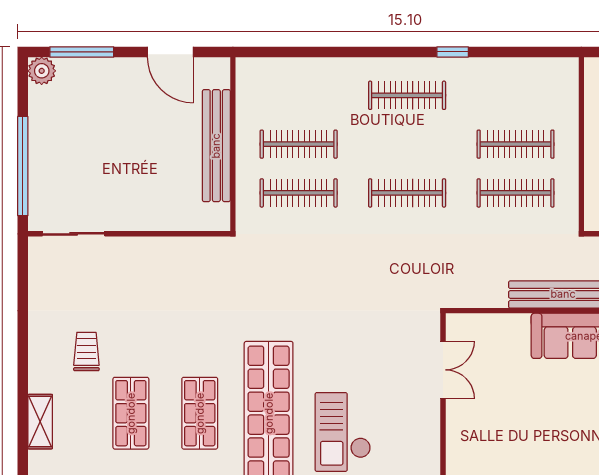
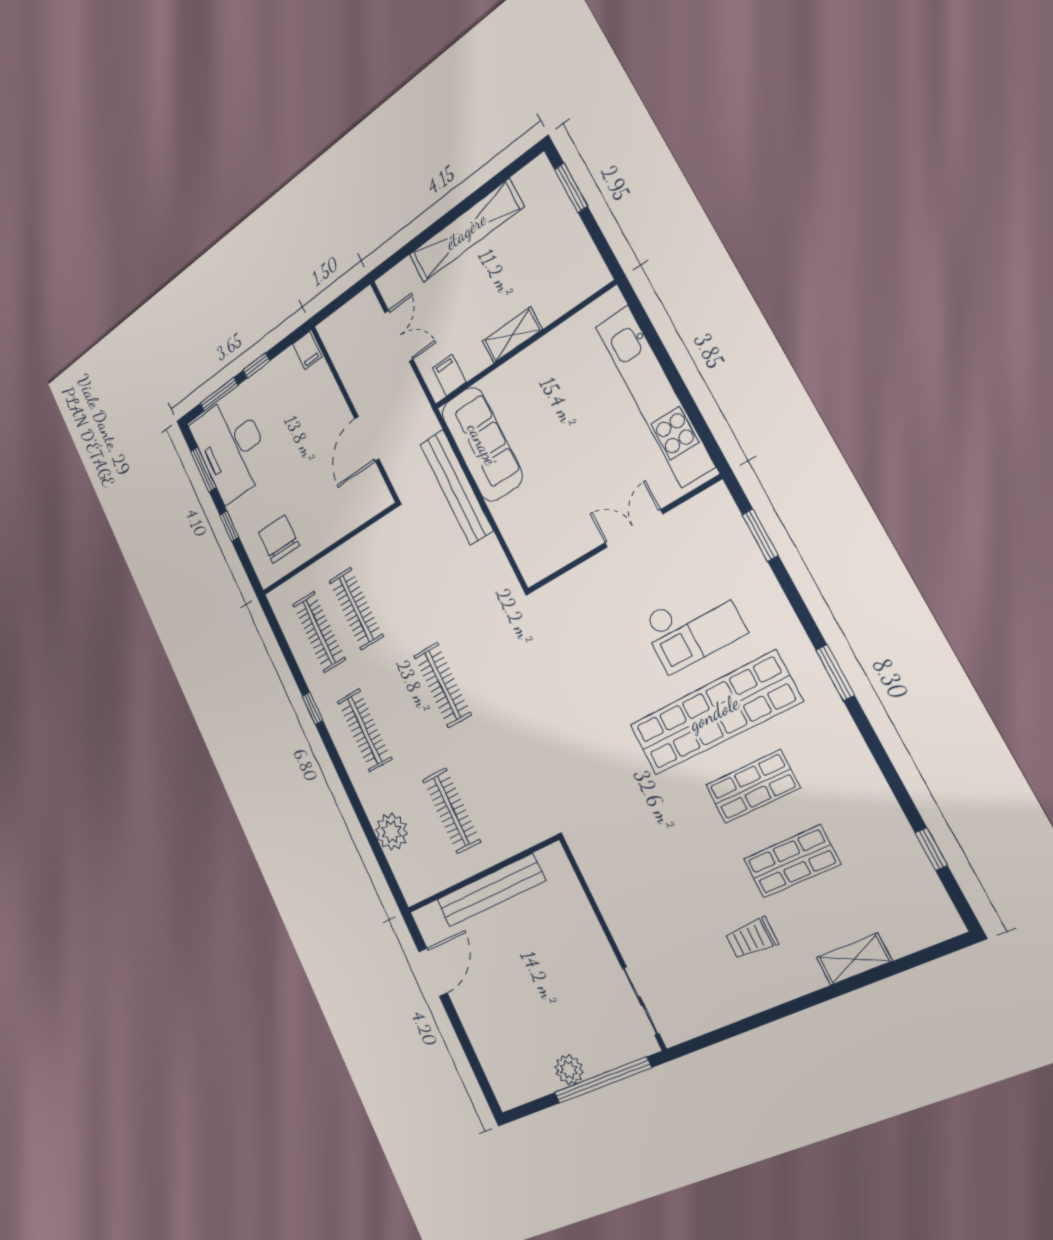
window: (82, 52) -> (473, 1060), removed
plant: (42, 71) -> (569, 1070), moved
plant: (307, 75) -> (392, 832), added
clothes rail: (299, 193) -> (493, 789), removed
clothes rail: (516, 193) -> (319, 632), moved
double door: (443, 370) -> (634, 528), moved

